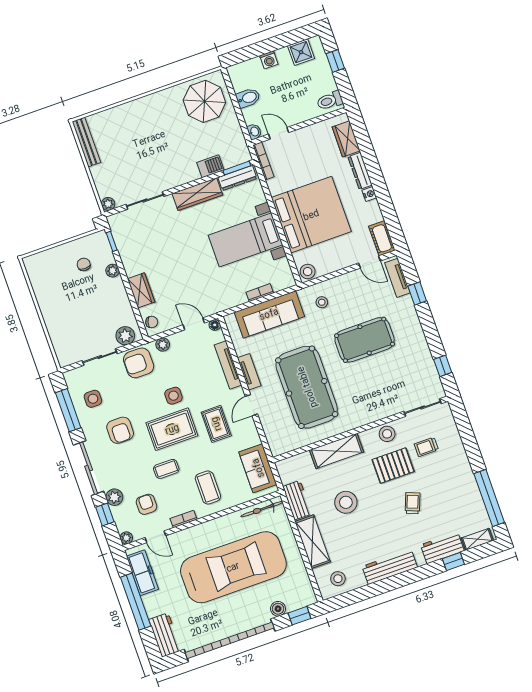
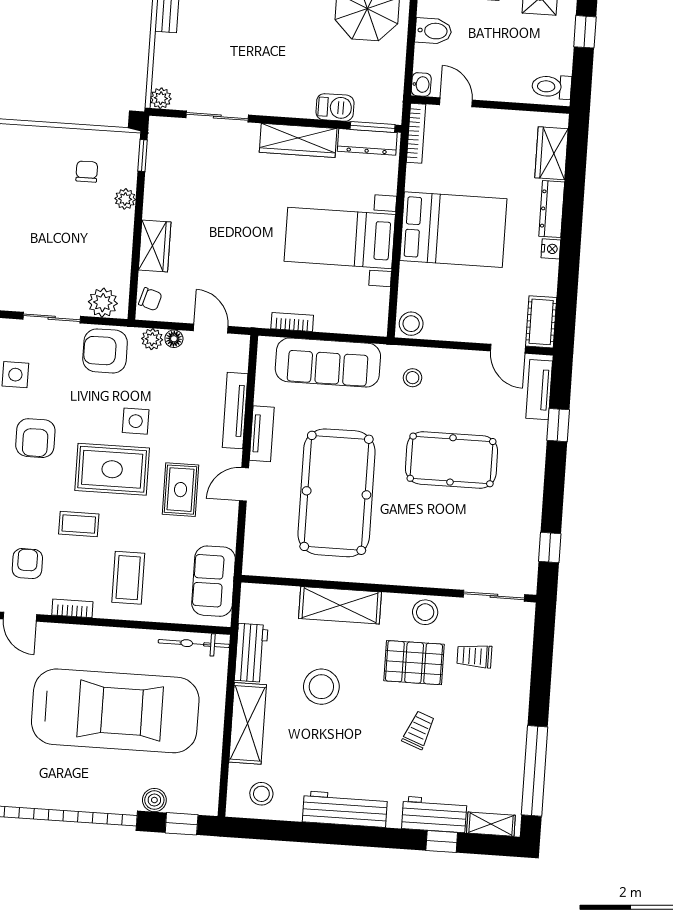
bed: (311, 215) -> (453, 230), width x0.73
bookcase: (260, 293) -> (292, 322), moved
floor lamp: (215, 325) -> (174, 339), moved

